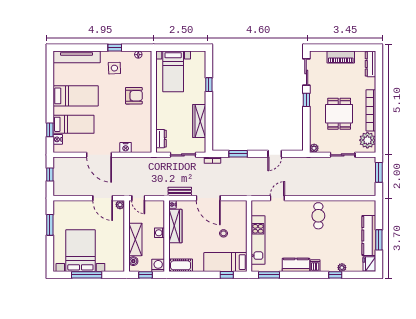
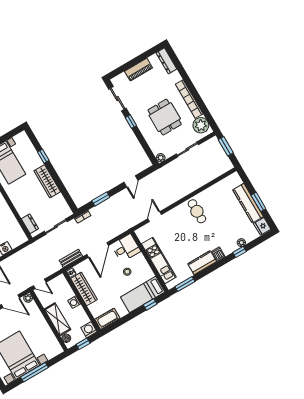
wardrobe: (199, 121) -> (47, 181), moved
door: (208, 198) -> (98, 250), hinge flipped
desk: (235, 211) -> (126, 248), added

